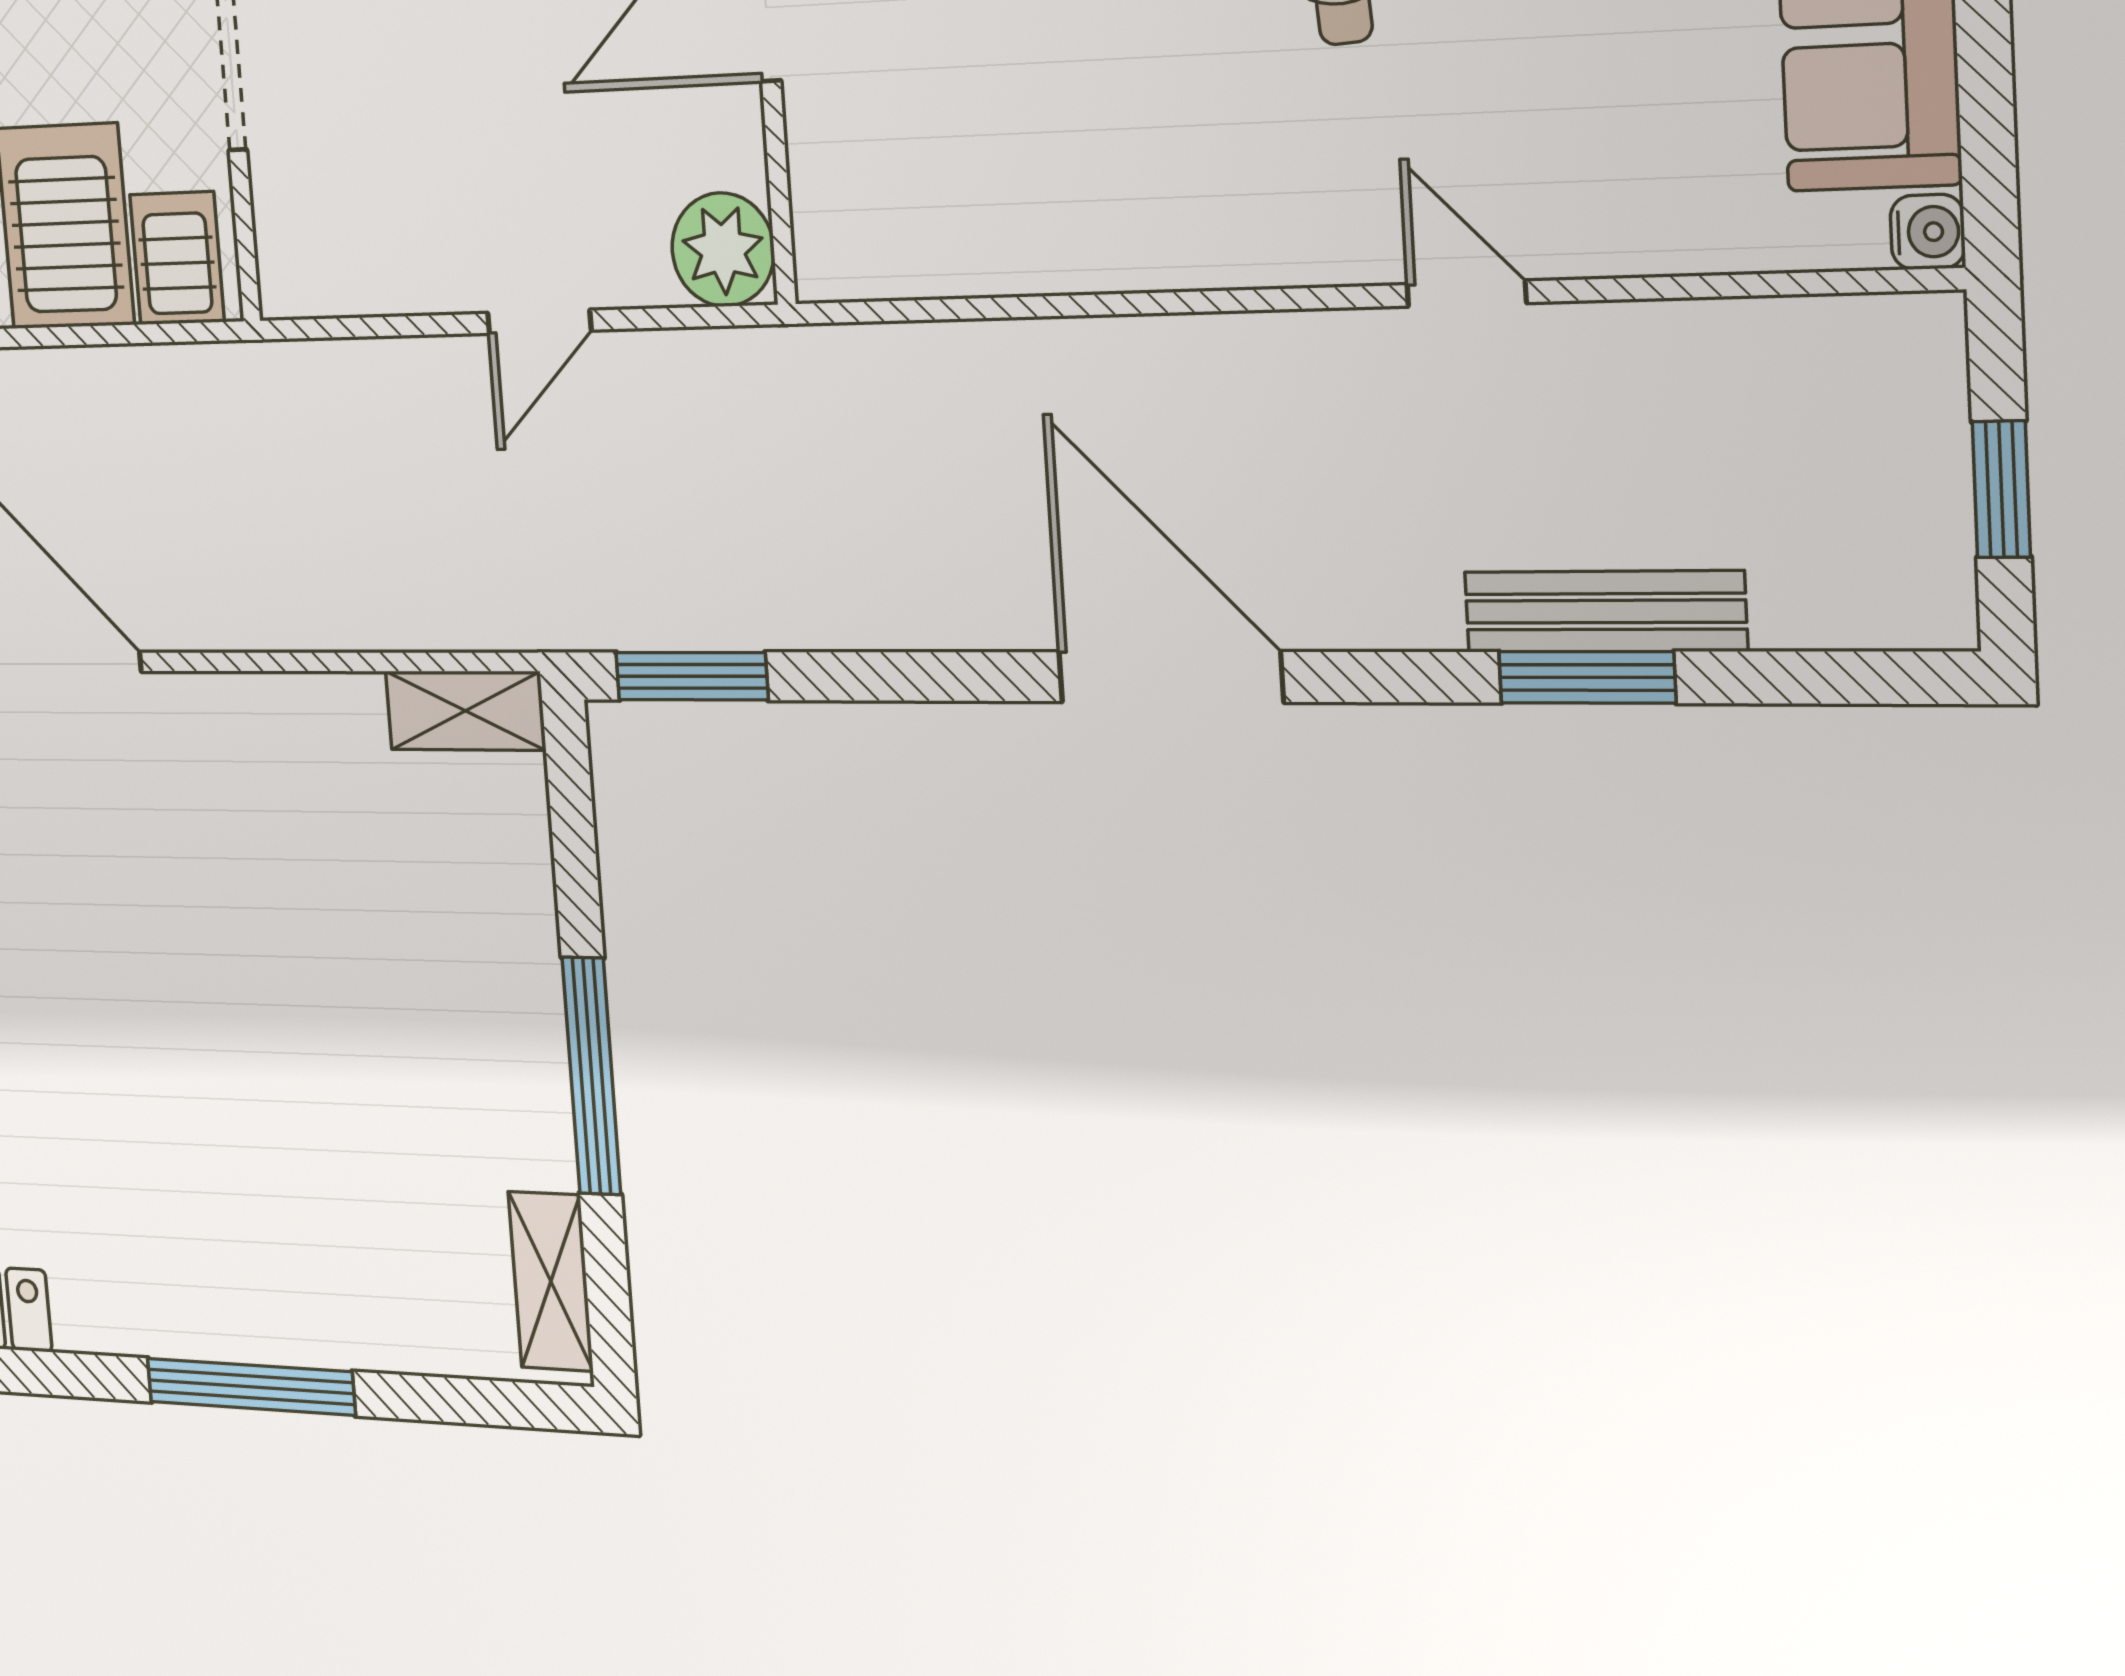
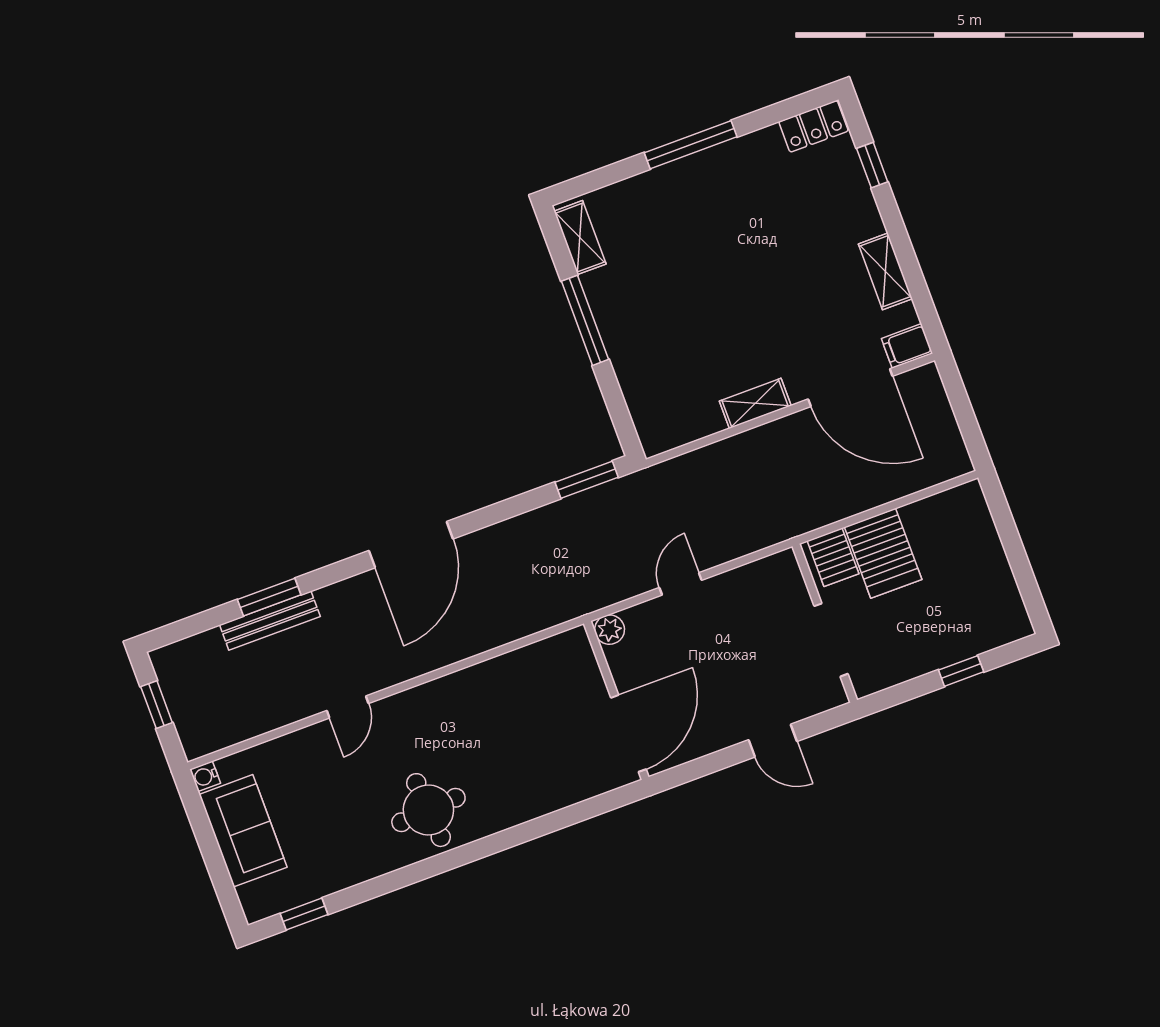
plant: (723, 250) -> (610, 630), width x0.73, depth x0.73
door: (1467, 294) -> (348, 707), hinge flipped
door: (1170, 677) -> (411, 545), hinge flipped
shelving: (465, 711) -> (755, 403), moved

